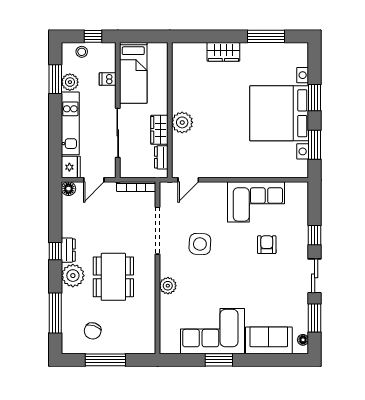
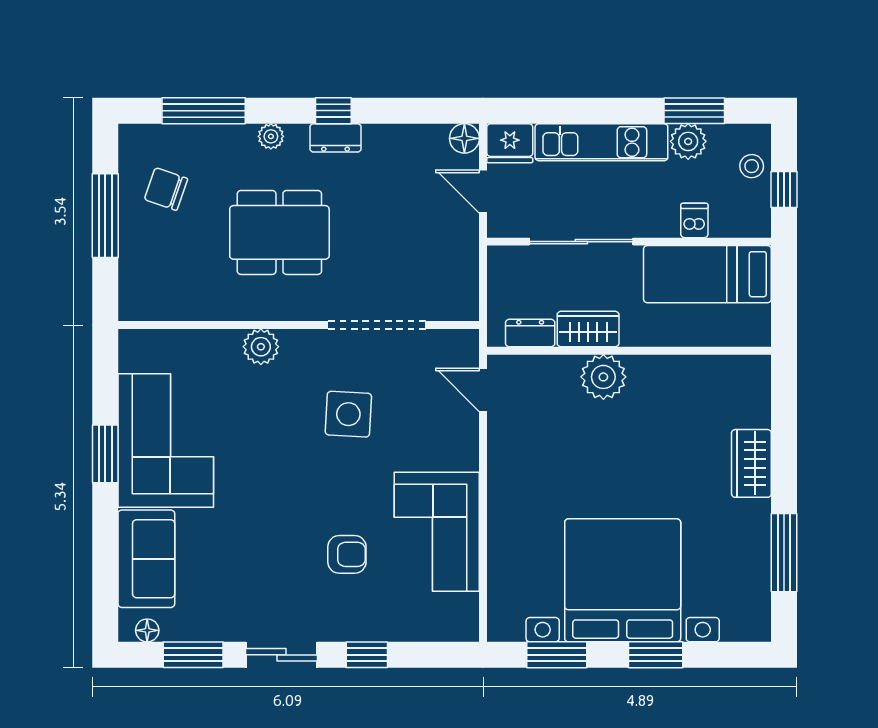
bookcase: (136, 187) -> (469, 280), removed
plant: (73, 276) -> (271, 136), width x0.53, depth x0.53

